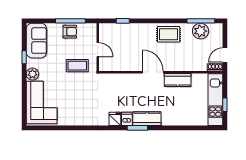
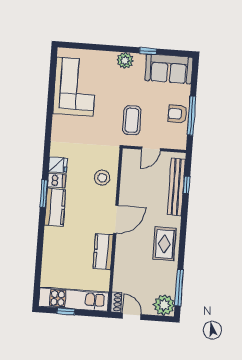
bench: (125, 28) -> (176, 187), added
plant: (201, 31) -> (164, 305), moved
armchair: (70, 32) -> (177, 114), turned 90
stool: (122, 85) -> (102, 178), added
corner sofa: (42, 103) -> (75, 87), moved, turned -90

